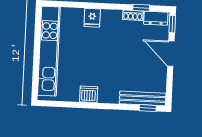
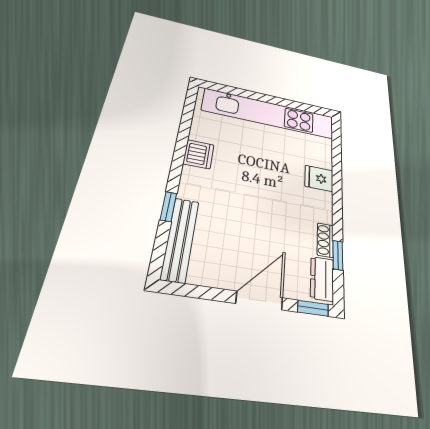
window: (148, 108) -> (168, 207), moved

